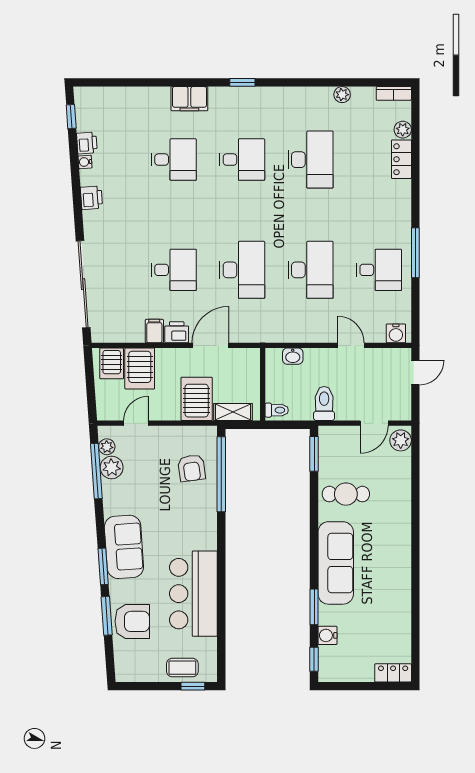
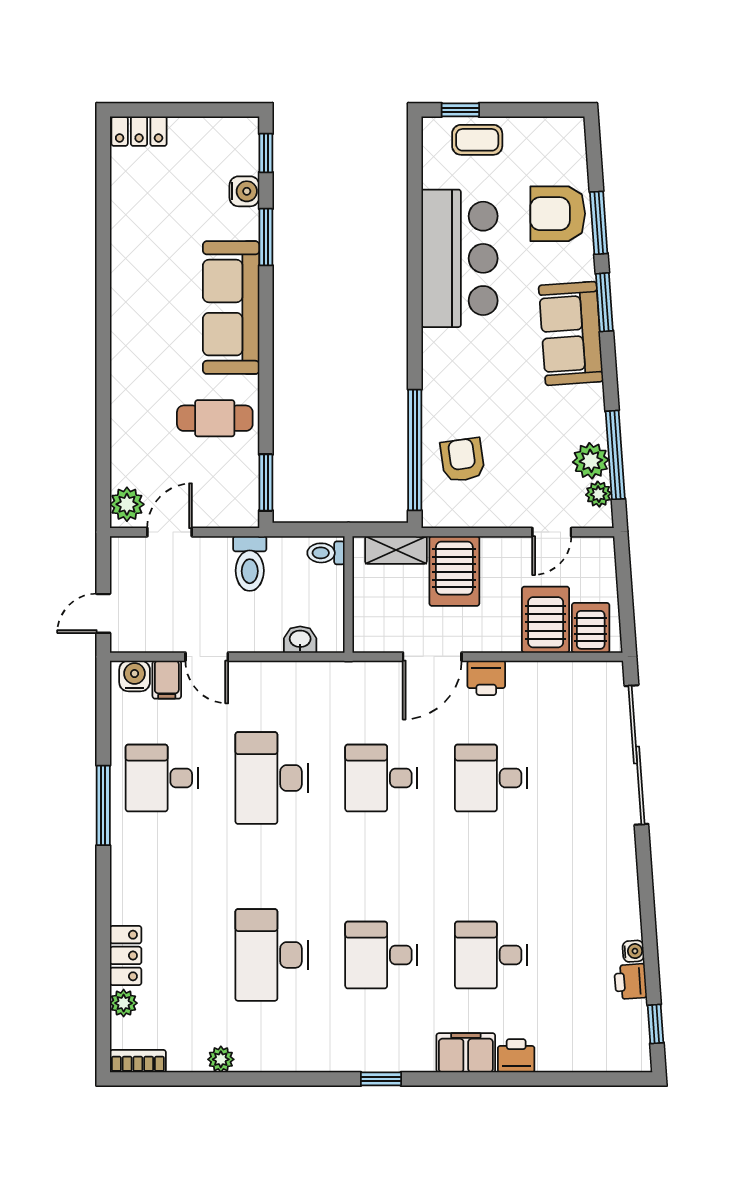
printer: (91, 198) -> (516, 1056), moved, turned 94
desk: (242, 270) -> (381, 778), width x0.73
filing cabinet: (154, 331) -> (167, 680), moved

